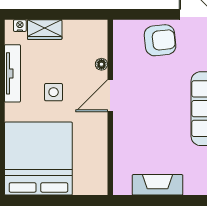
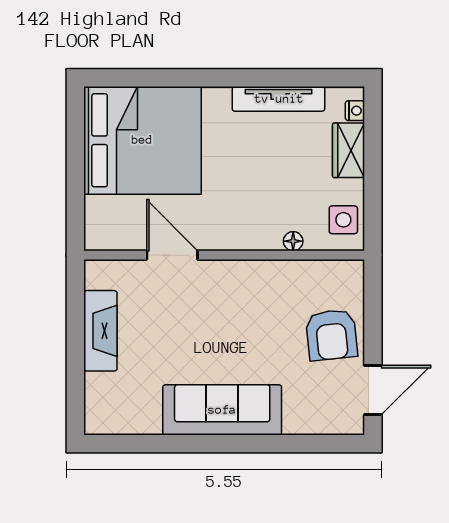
side table: (54, 92) -> (343, 220), moved
door: (110, 96) -> (172, 255), moved

